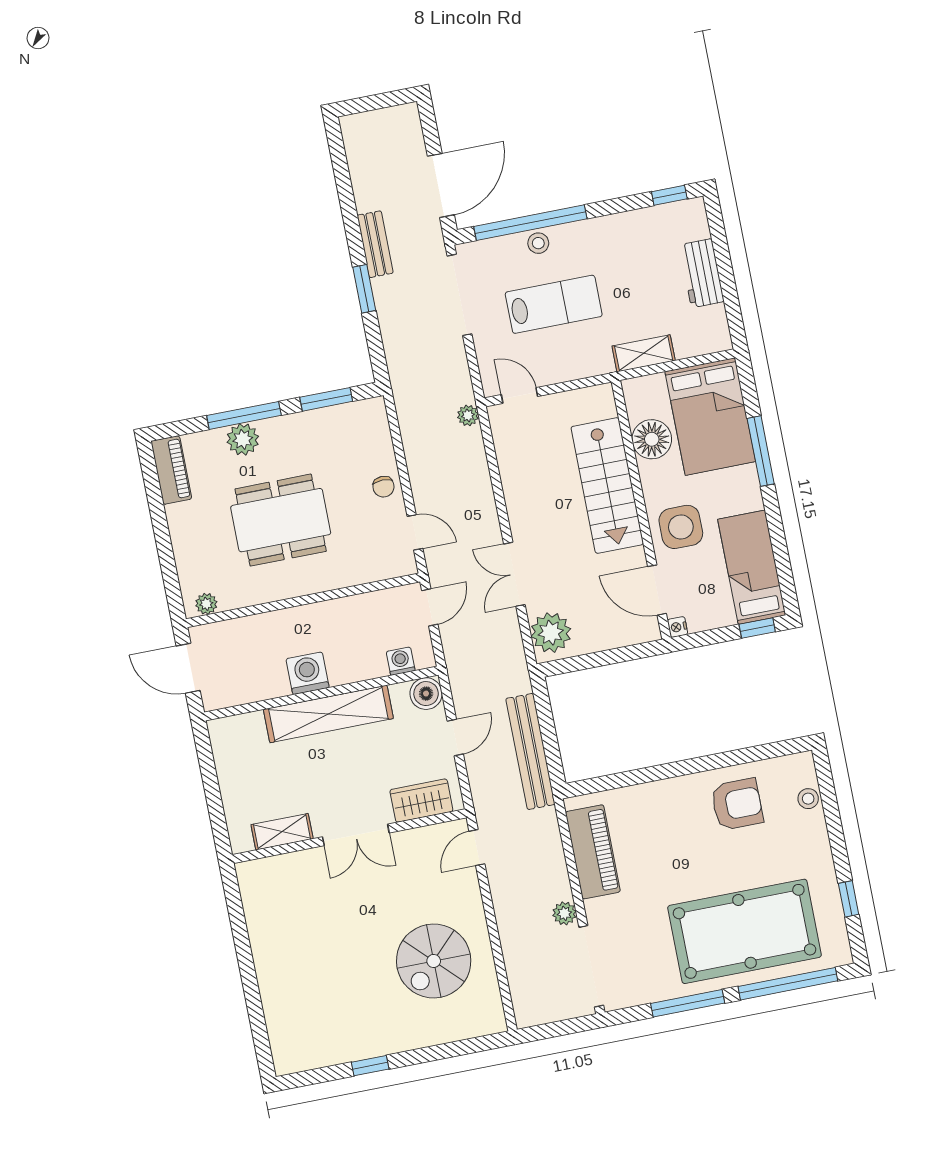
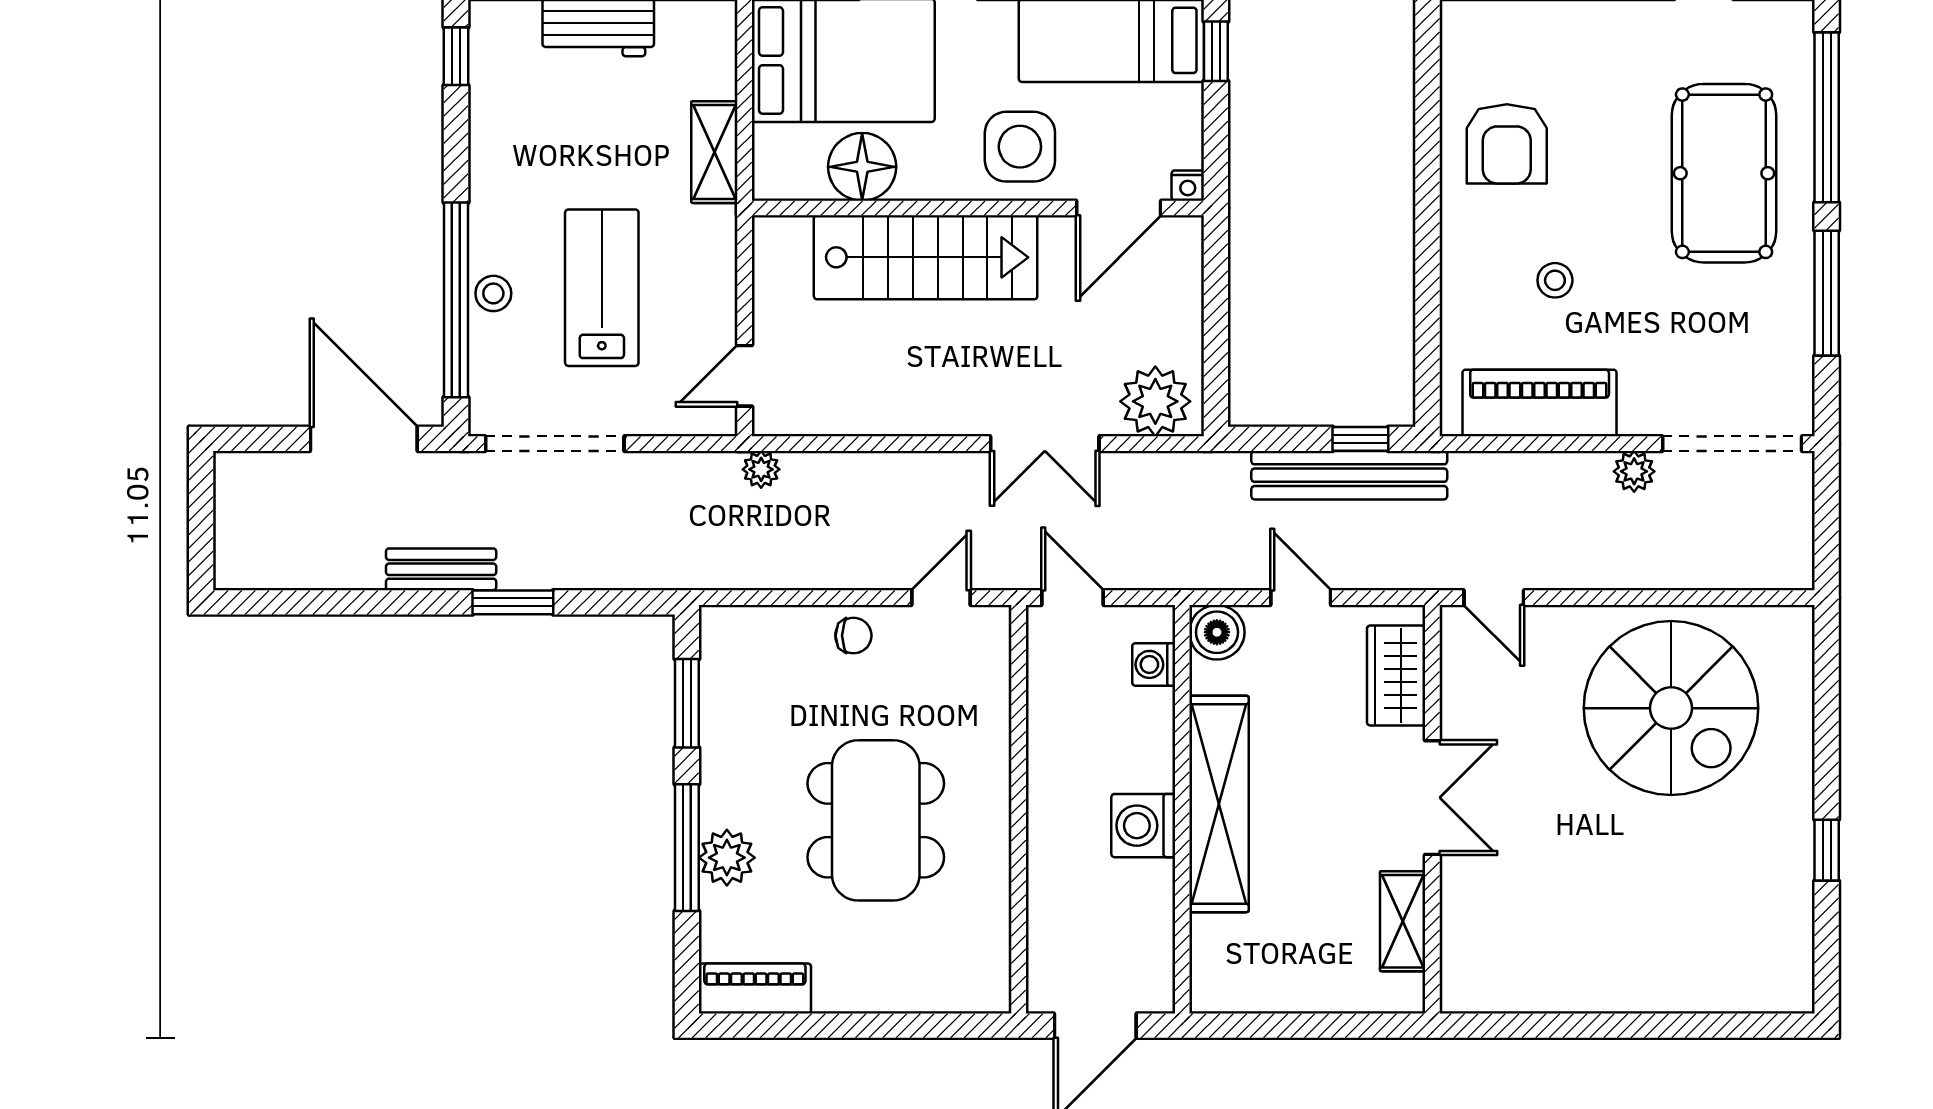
plant: (206, 604) -> (993, 974), removed
window: (552, 754) -> (1360, 439), added
stool: (808, 799) -> (1555, 280), moved
armchair: (737, 804) -> (1507, 144), turned 180
pool table: (745, 931) -> (1724, 173), width x0.73, depth x0.76
spiral stairs: (434, 961) -> (1671, 708), width x1.37, depth x1.37

